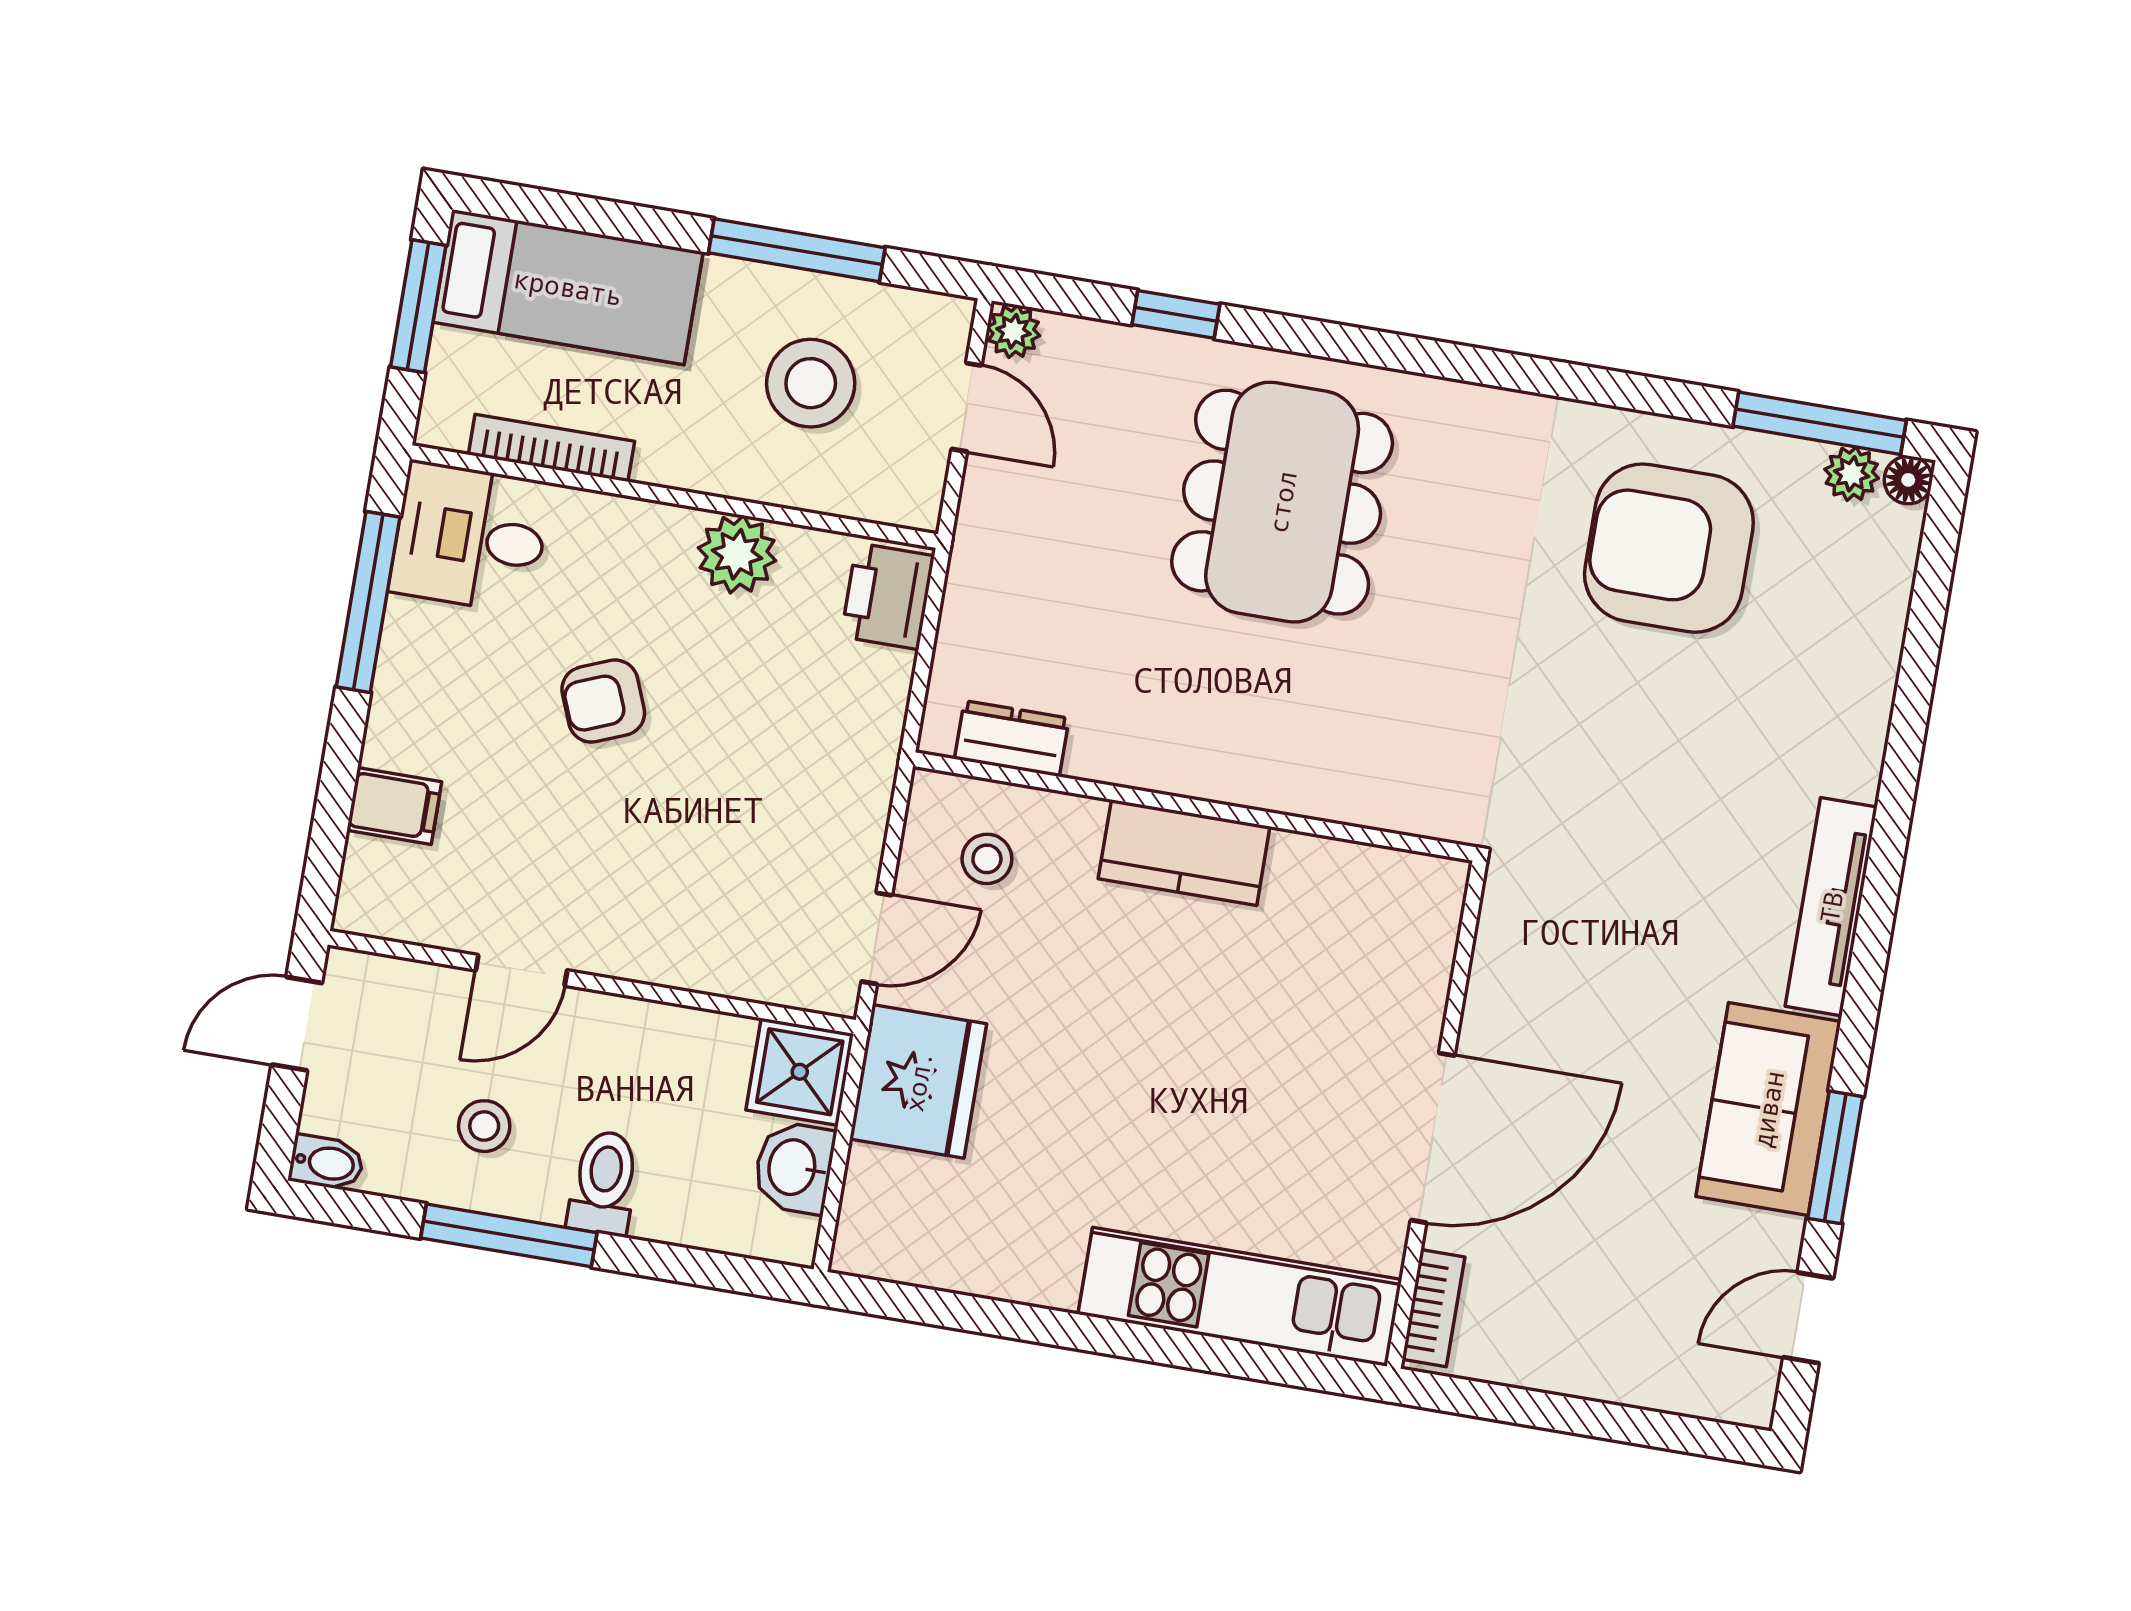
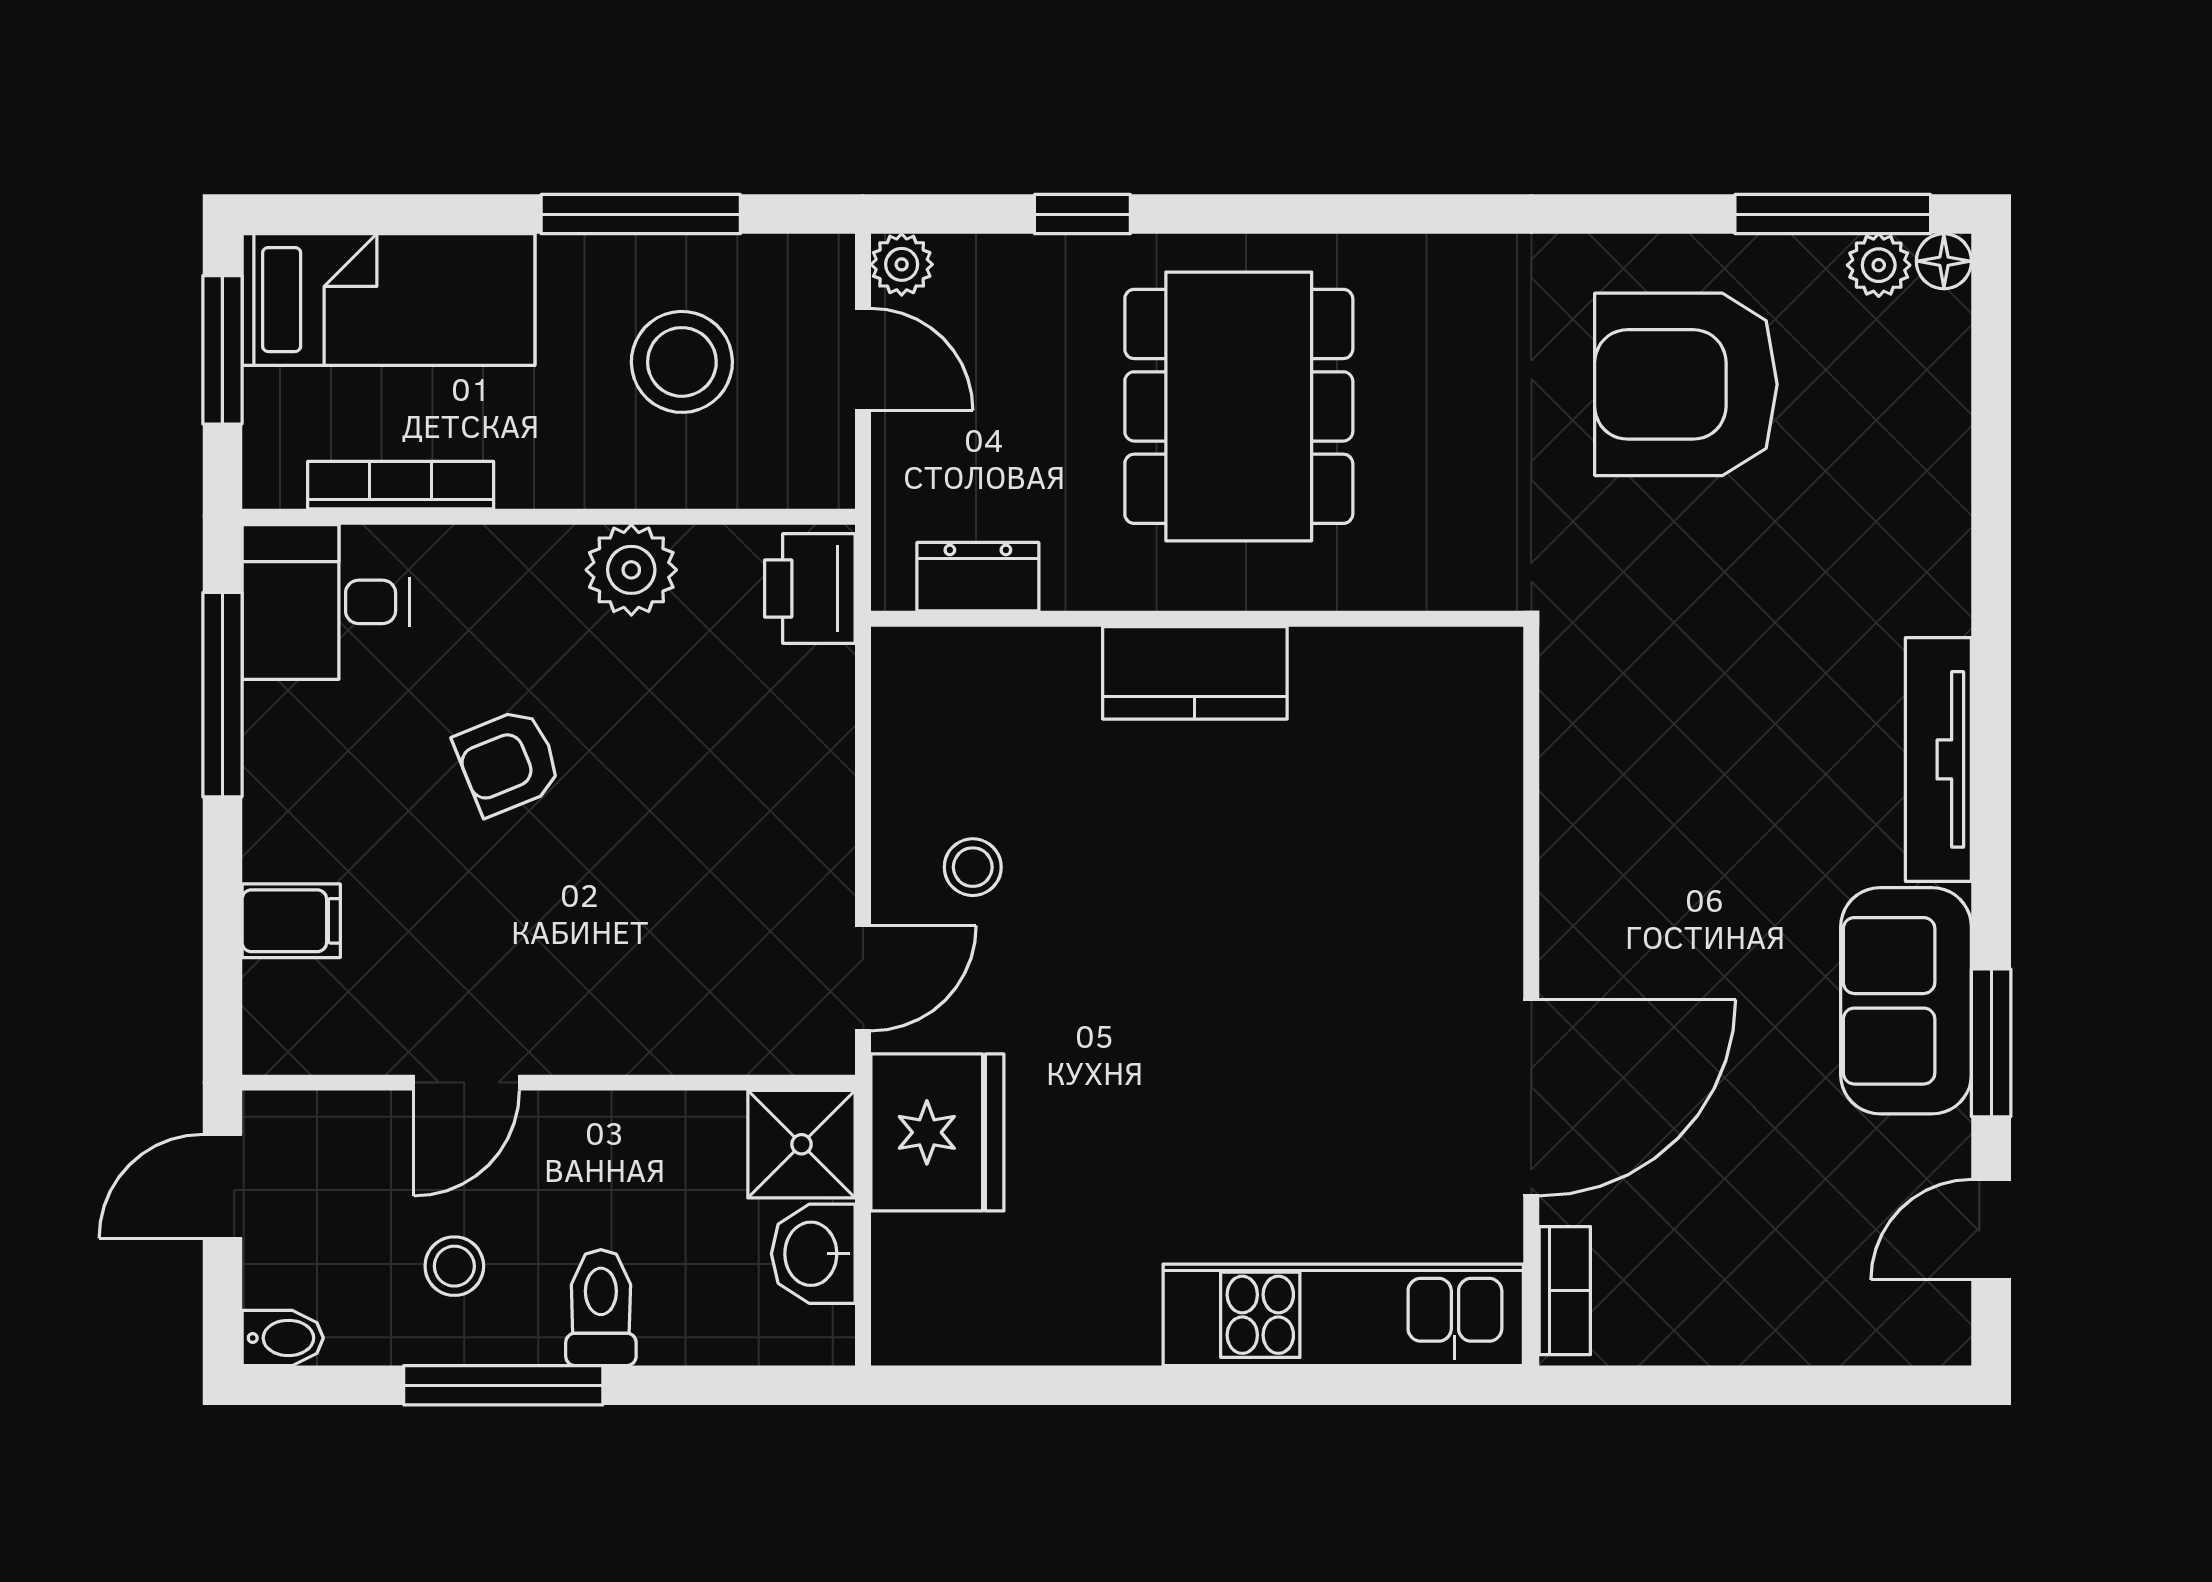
dresser: (1012, 739) -> (978, 577), moved
wall: (1194, 807) -> (1197, 619), moved
kitchen counter: (1184, 853) -> (1195, 673), moved

